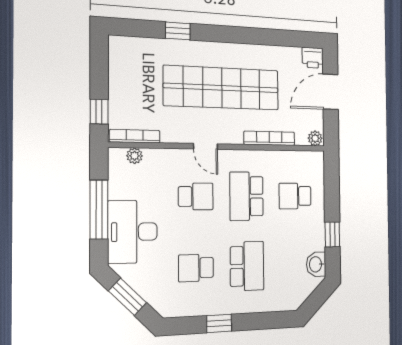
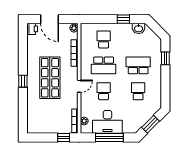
window: (178, 31) -> (23, 81), moved
shop shelf: (222, 88) -> (50, 78), width x0.71
school desk: (295, 196) -> (104, 40), turned 180
desk: (133, 232) -> (107, 122), moved
school desk: (196, 268) -> (138, 91), turned 180
window: (219, 323) -> (165, 58), moved

